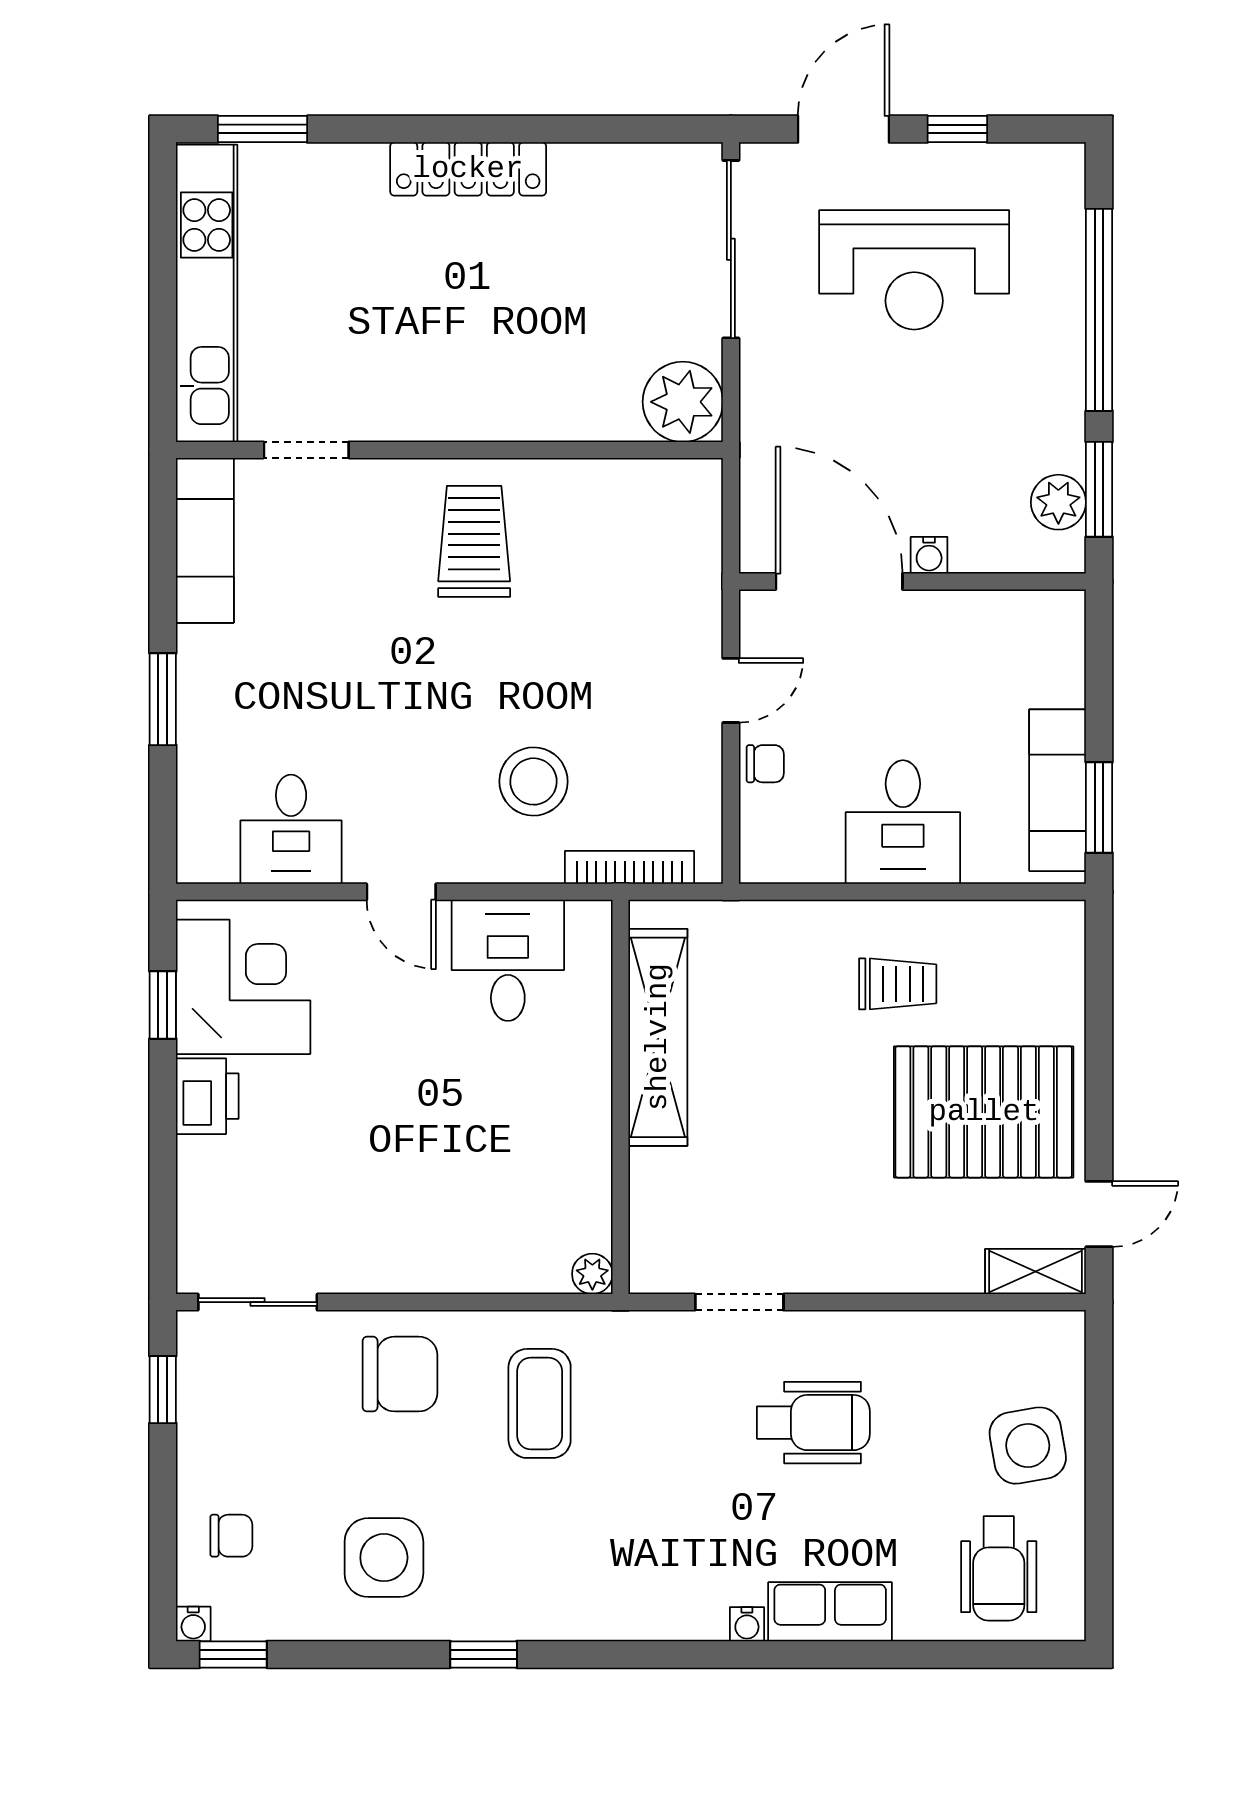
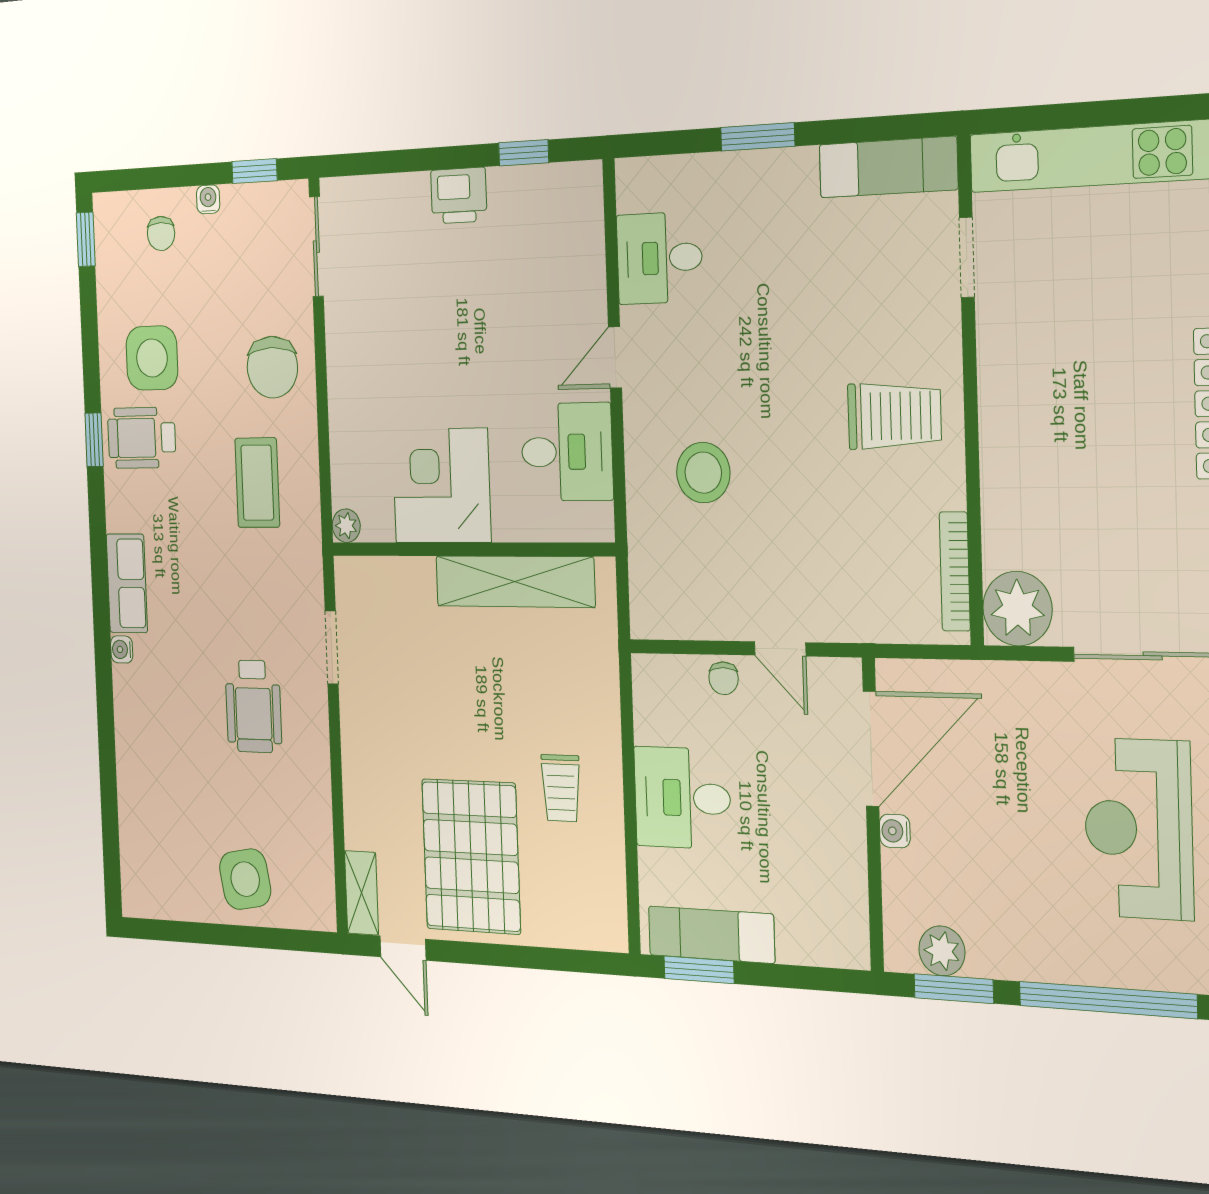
bookcase: (629, 867) -> (955, 571), moved, turned 180
corner desk: (243, 987) -> (441, 486), moved, turned 180
coffee table: (540, 1403) -> (257, 483), turned 90
wheelchair: (999, 1568) -> (142, 438), moved
row of seats: (830, 1612) -> (127, 583), moved
water cooler: (193, 1624) -> (208, 199), moved, turned 90

